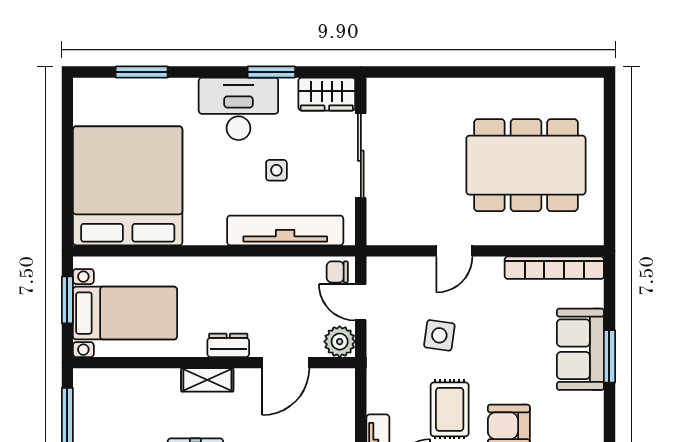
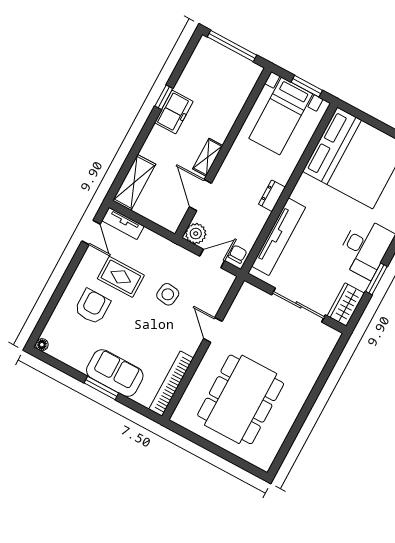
side table: (276, 170) -> (317, 251), removed
dresser: (228, 345) -> (272, 196), moved, turned 180
shelving: (207, 380) -> (208, 157), moved

